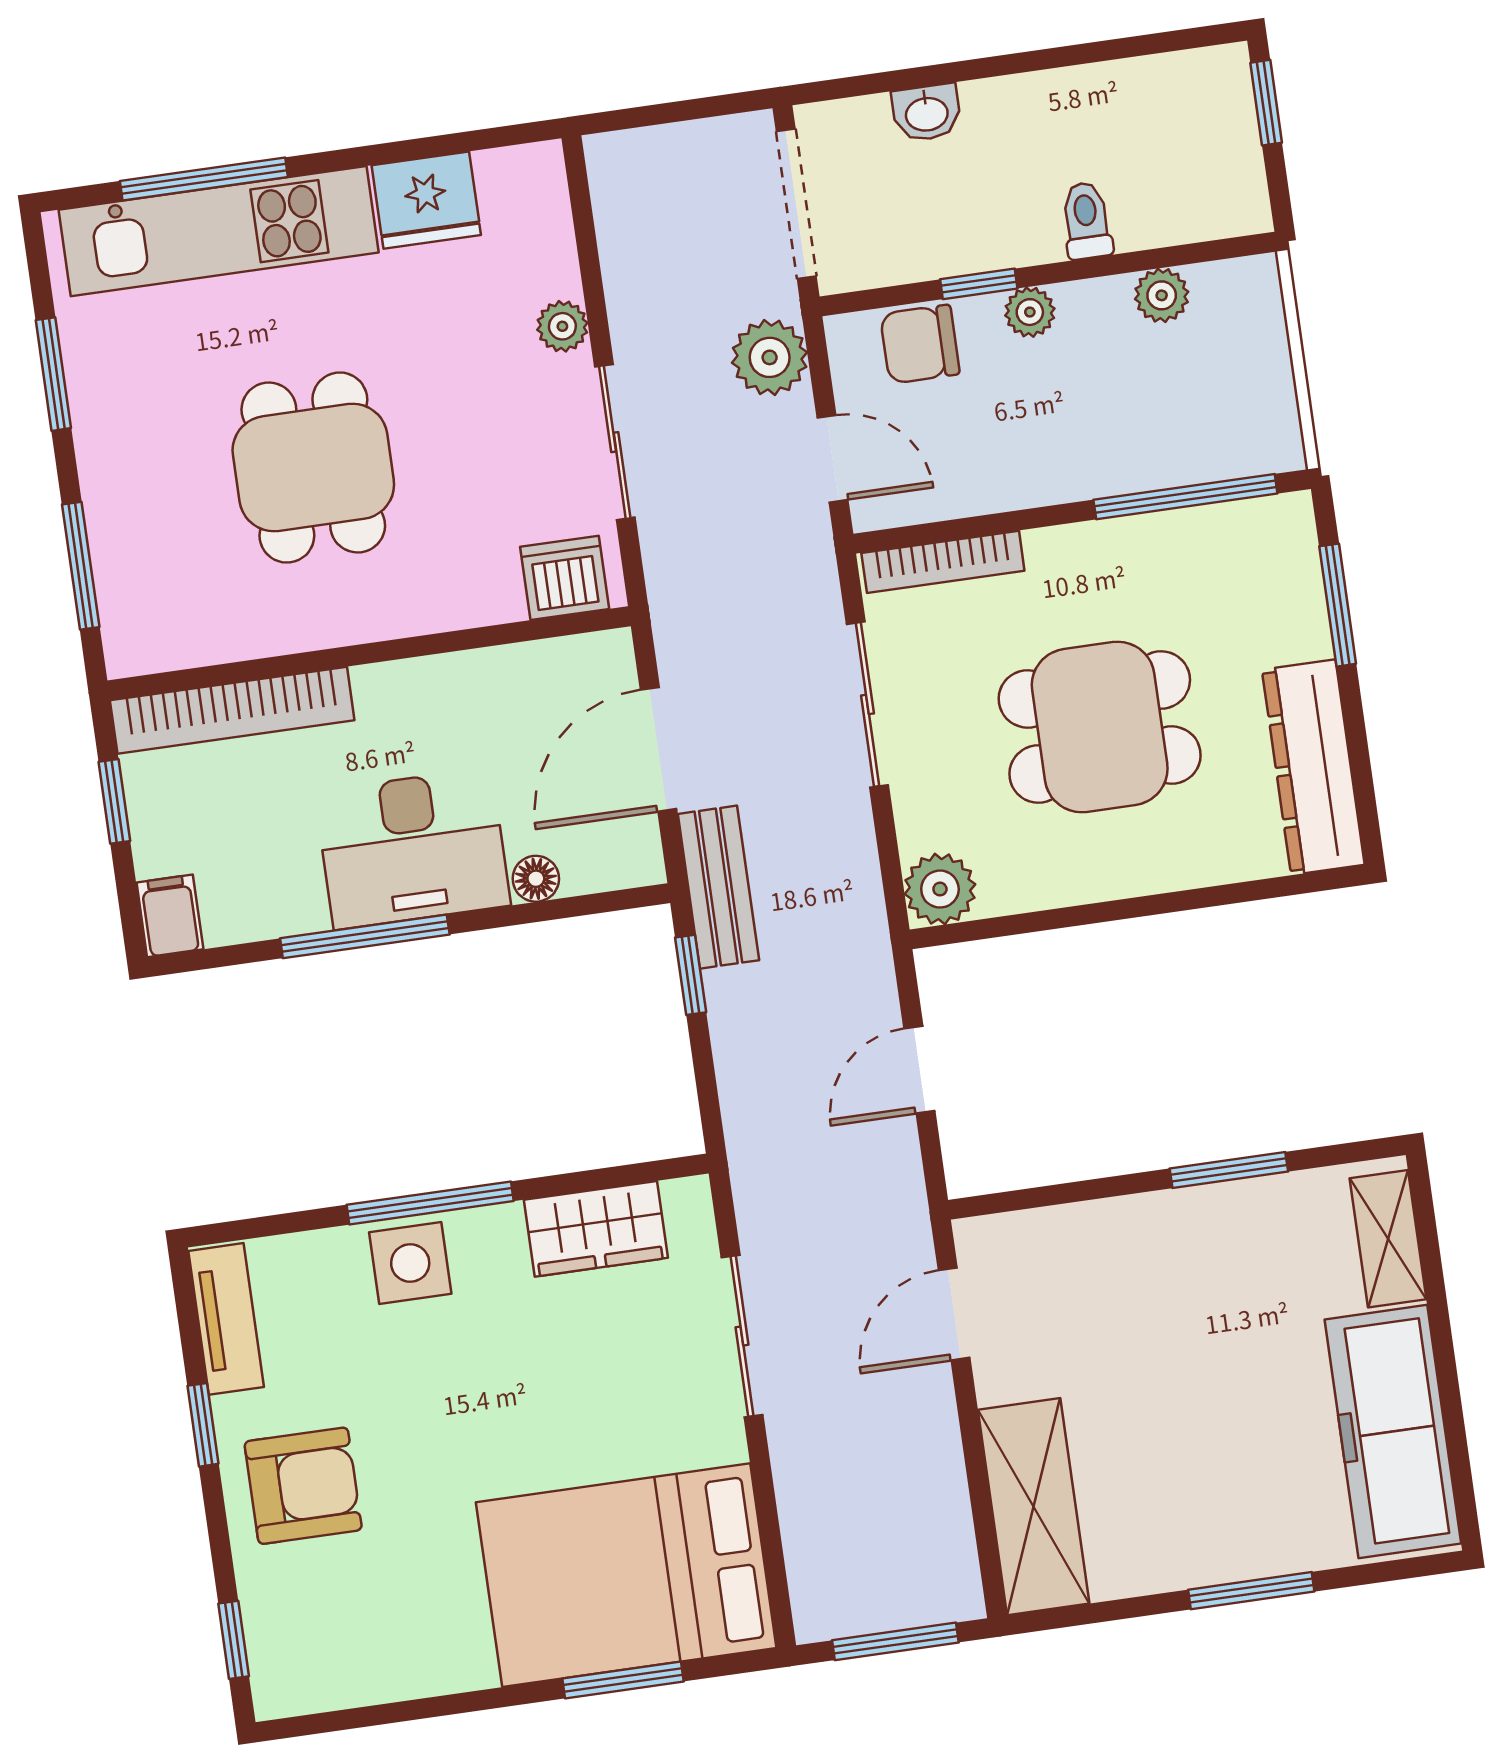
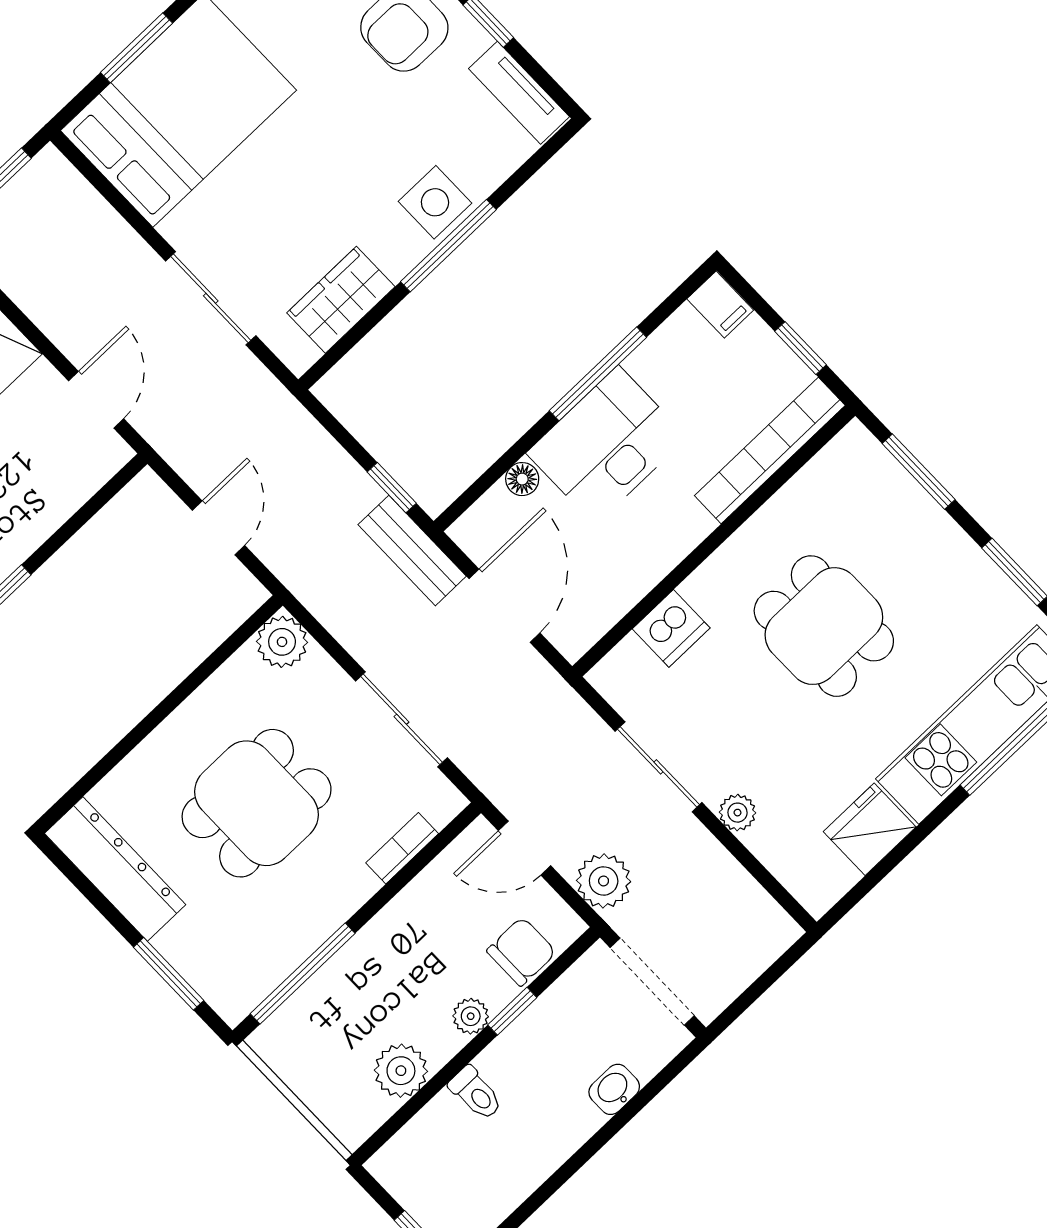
plant: (1162, 295) -> (401, 1071), width x1.38, depth x1.38
bookcase: (943, 562) -> (402, 848), width x0.64
dishwasher: (565, 578) -> (671, 628), moved

